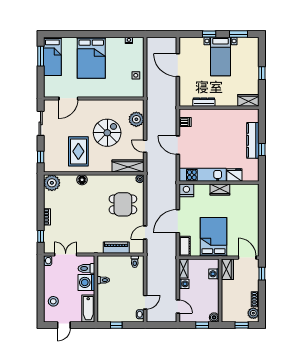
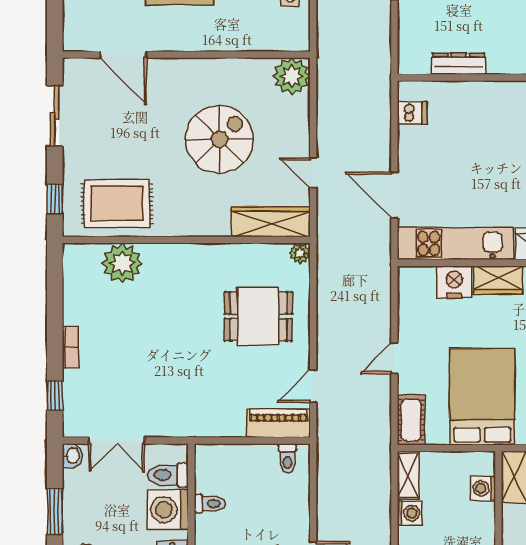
door: (68, 98) -> (123, 55), hinge flipped
plant: (136, 119) -> (292, 76), moved
door: (178, 145) -> (394, 195), moved
rug: (78, 151) -> (117, 204), moved, turned 90
floor lamp: (82, 180) -> (157, 256), removed
plant: (52, 183) -> (122, 263), moved
nightstand: (186, 190) -> (454, 282), moved
door: (178, 221) -> (394, 358), width x0.53
piano: (116, 248) -> (278, 423), moved
double door: (66, 255) -> (117, 440), swing flipped
window: (41, 283) -> (55, 512), added

